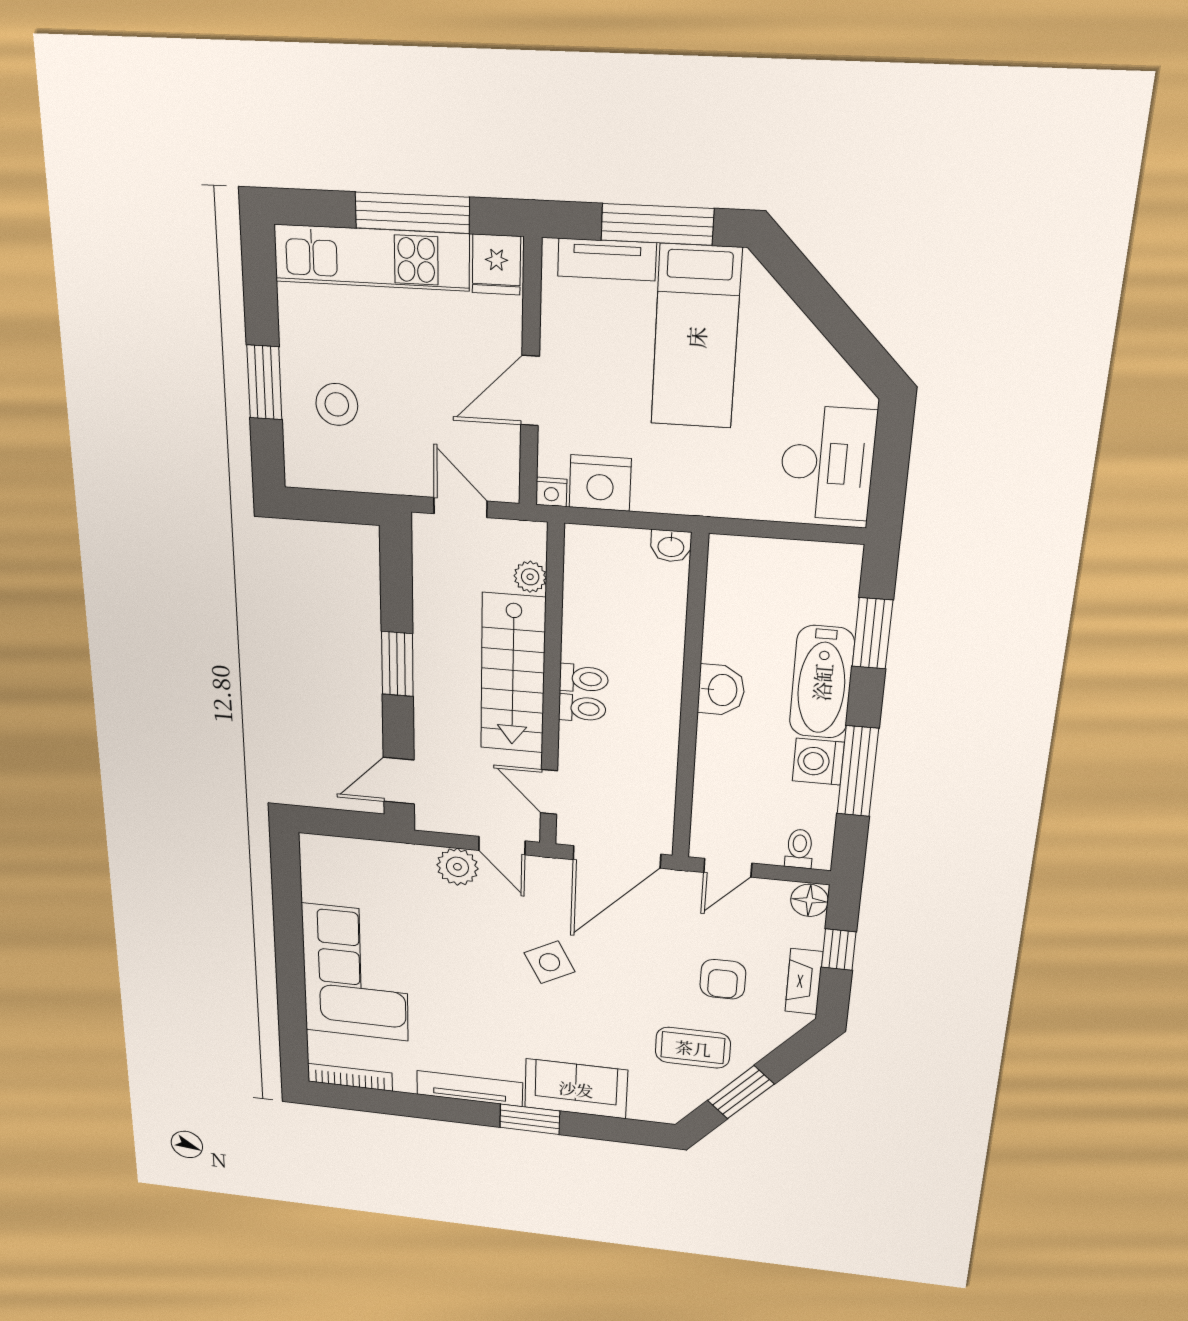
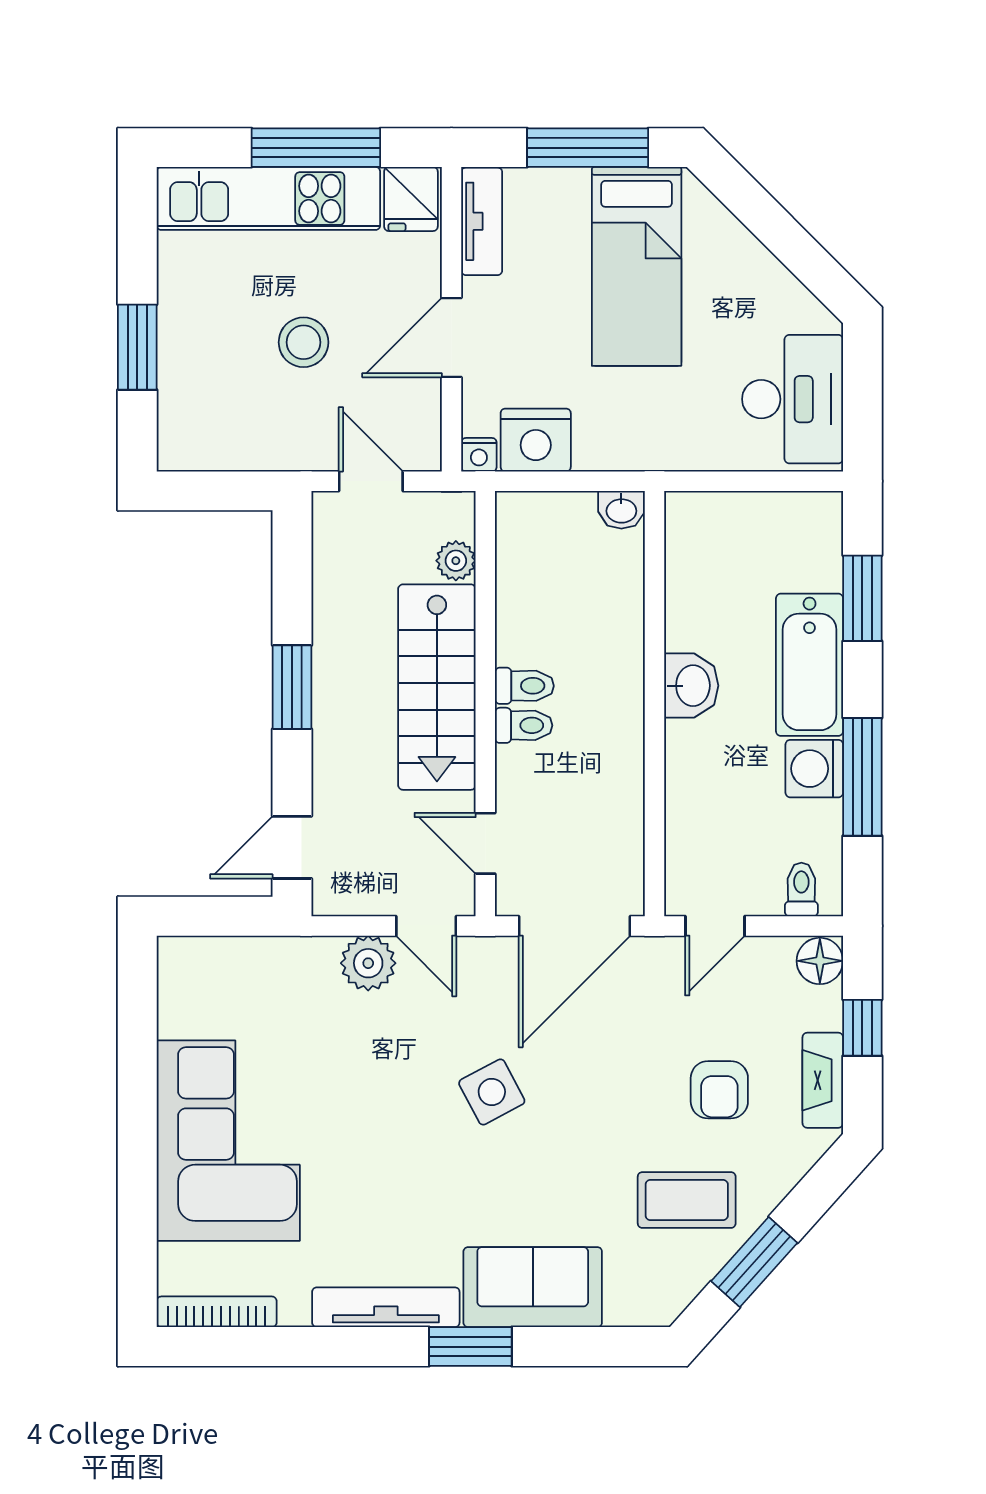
tv unit: (607, 260) -> (482, 221), moved, turned -90
stool: (337, 404) -> (304, 342), moved

